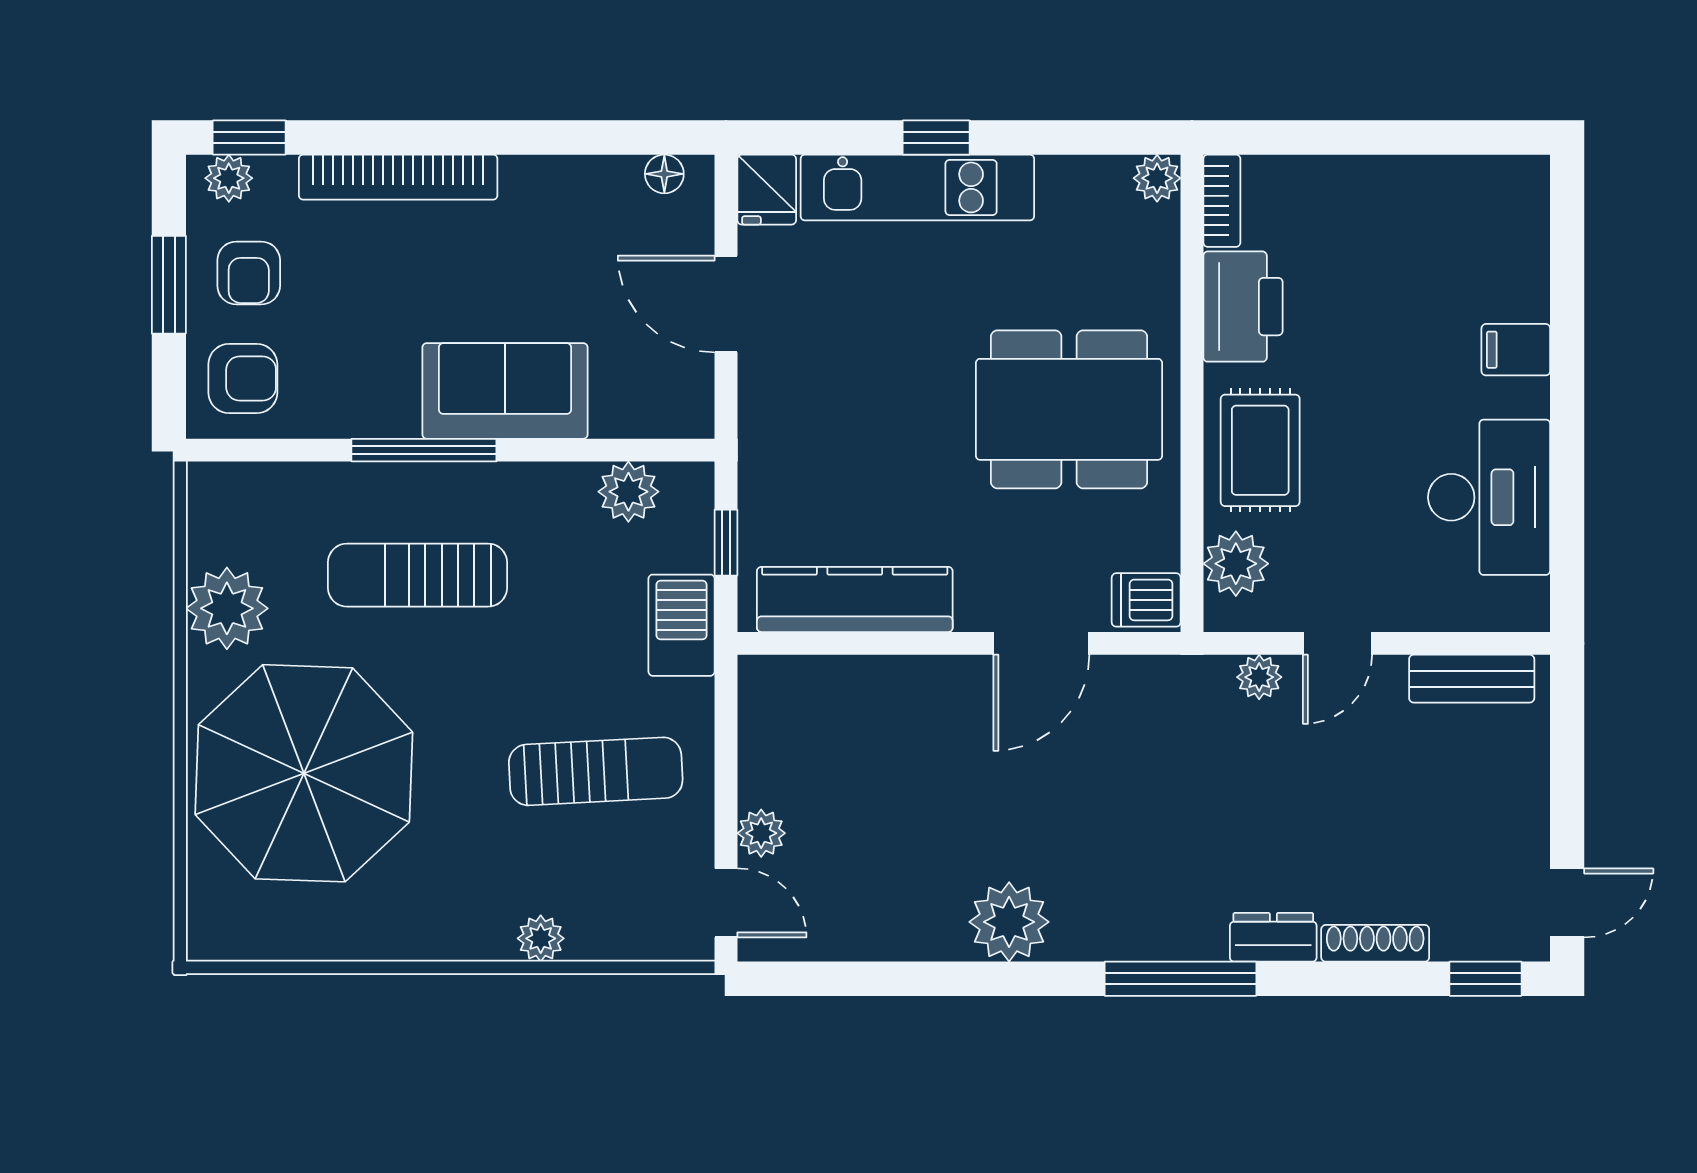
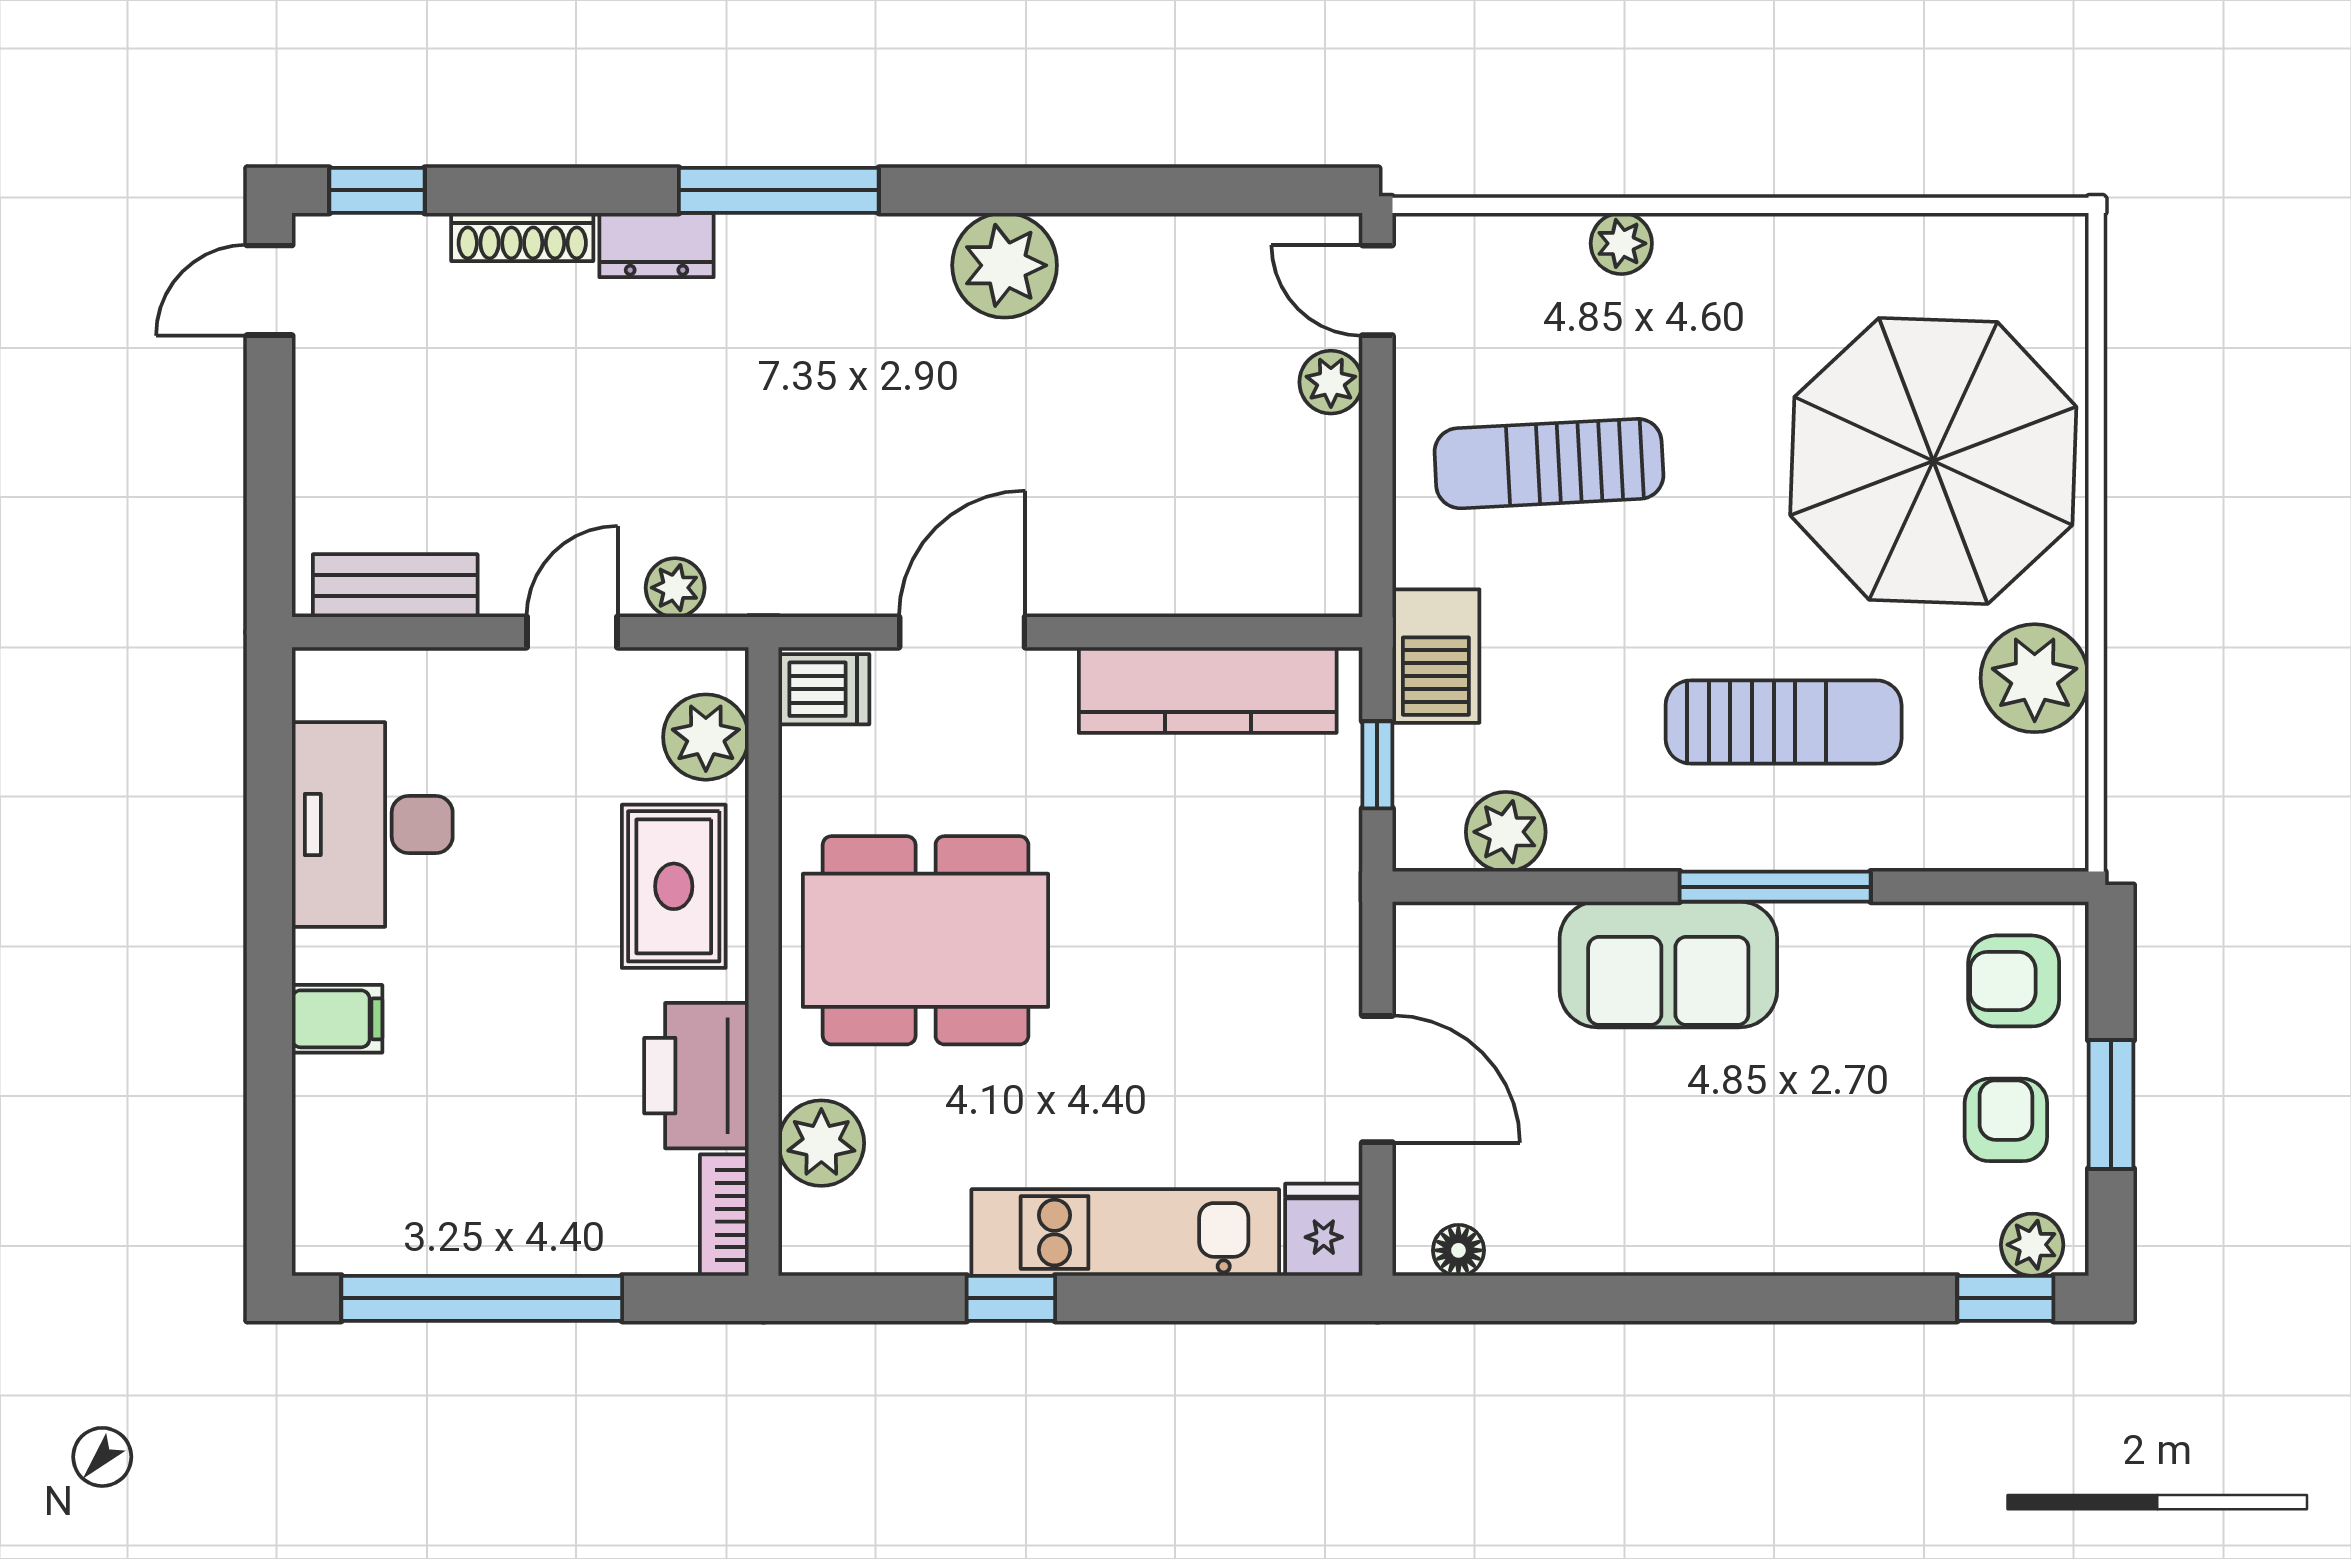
window: (936, 138) -> (1011, 1298), moved
window: (1406, 138) -> (482, 1298), added
bookcase: (398, 177) -> (1809, 1246), removed
plant: (1157, 178) -> (821, 1143), moved, width x1.38, depth x1.38

